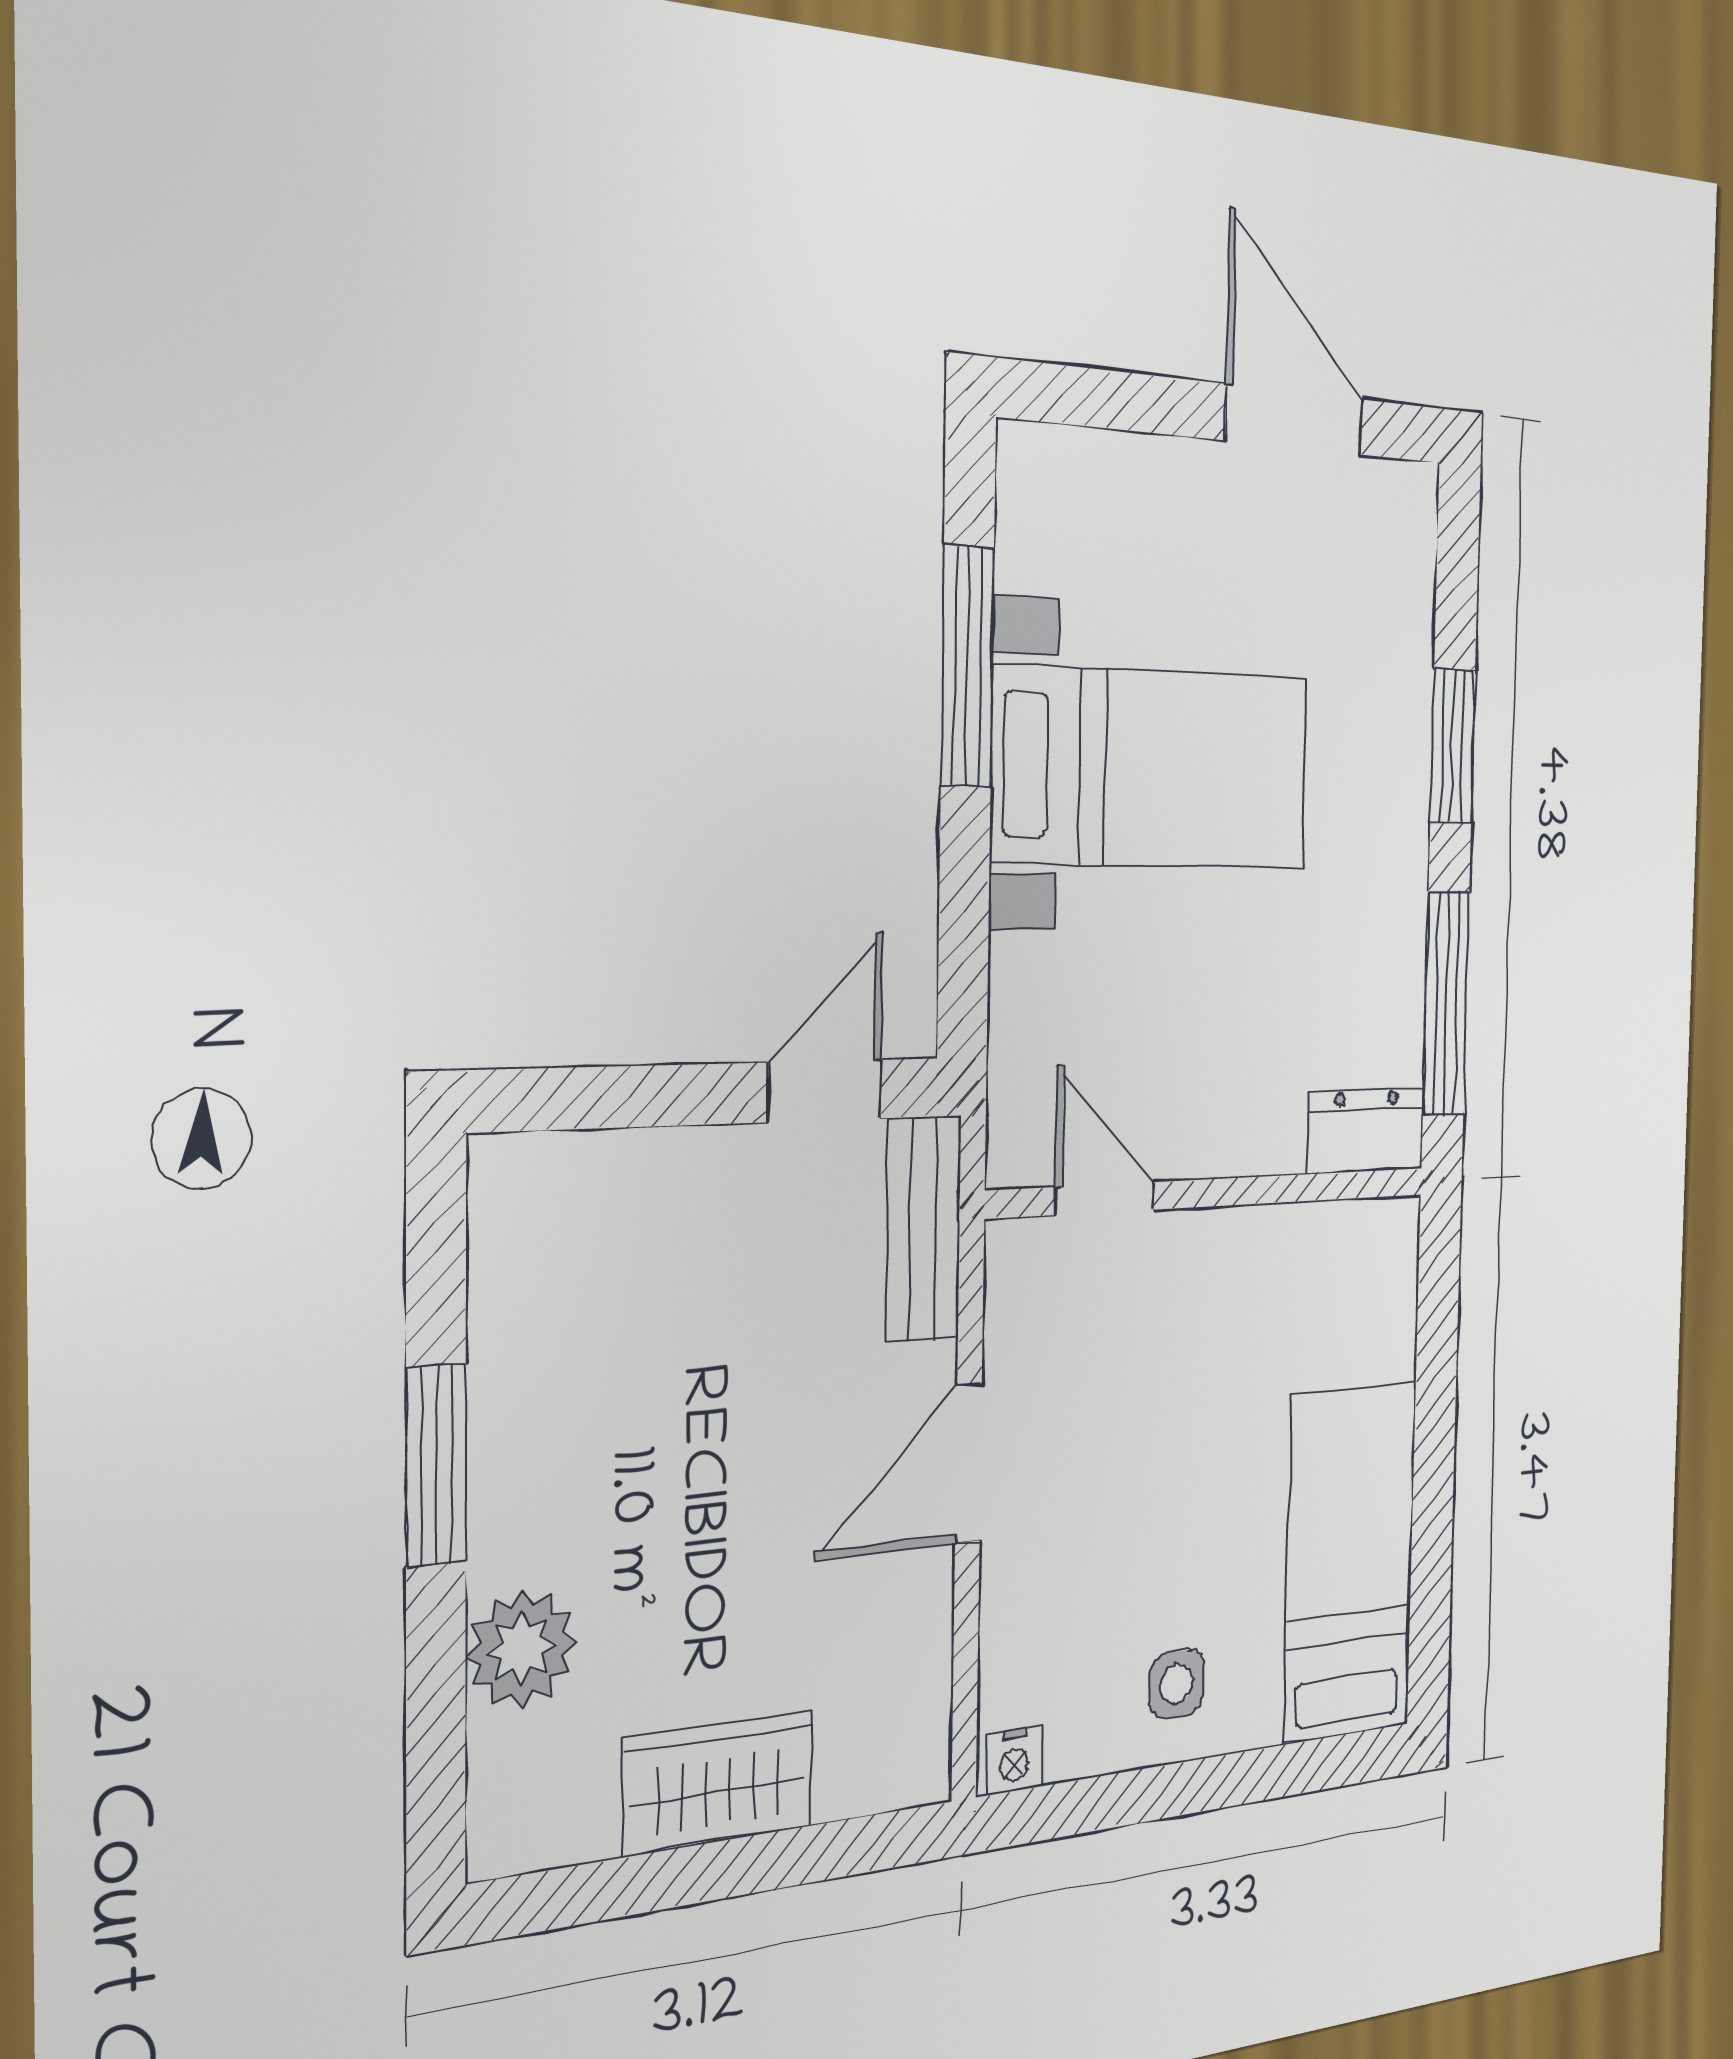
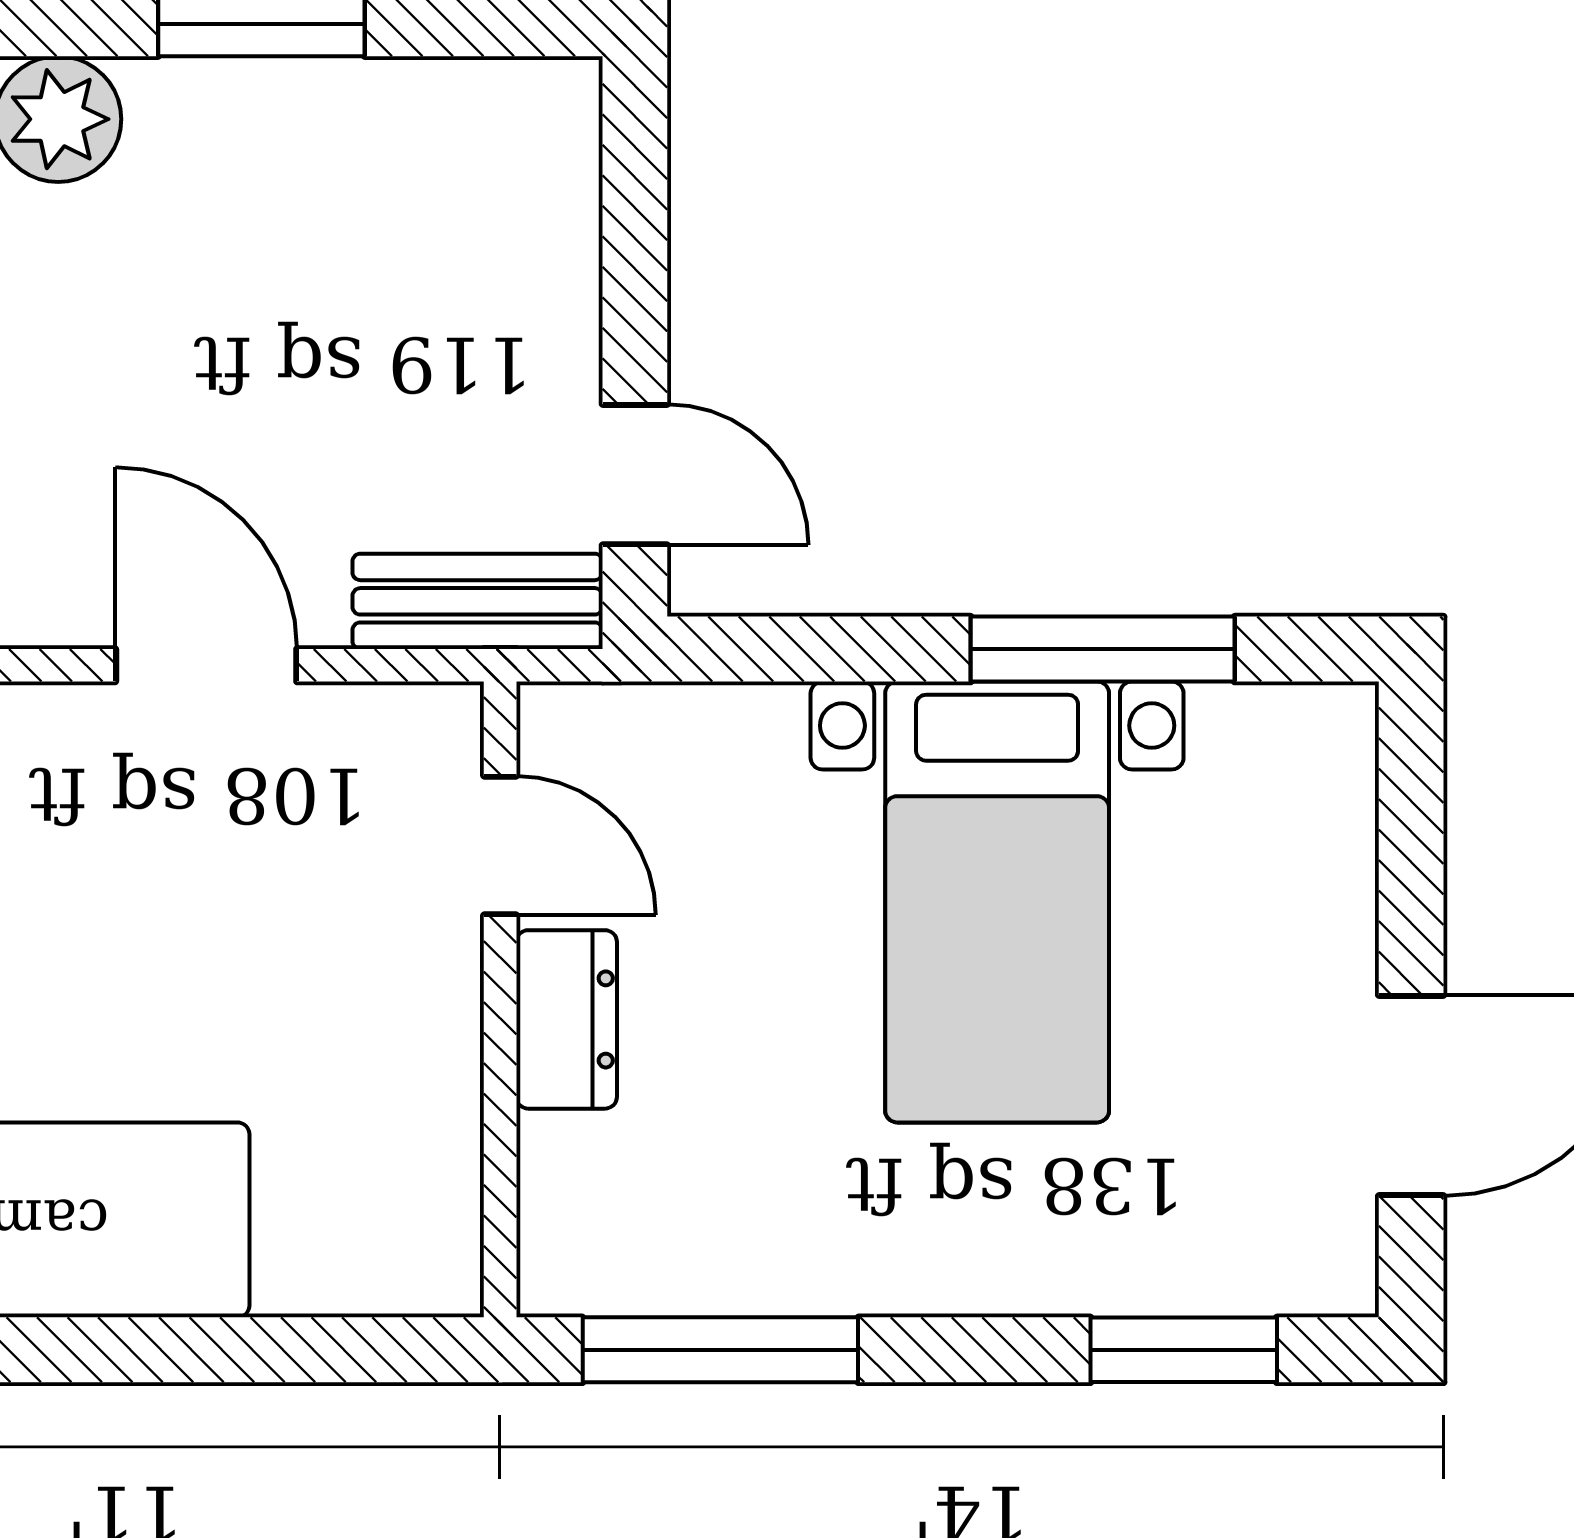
window: (1453, 746) -> (1184, 1350), moved
dresser: (1366, 1130) -> (567, 1019), moved
door: (1105, 1198) -> (500, 845), hinge flipped

